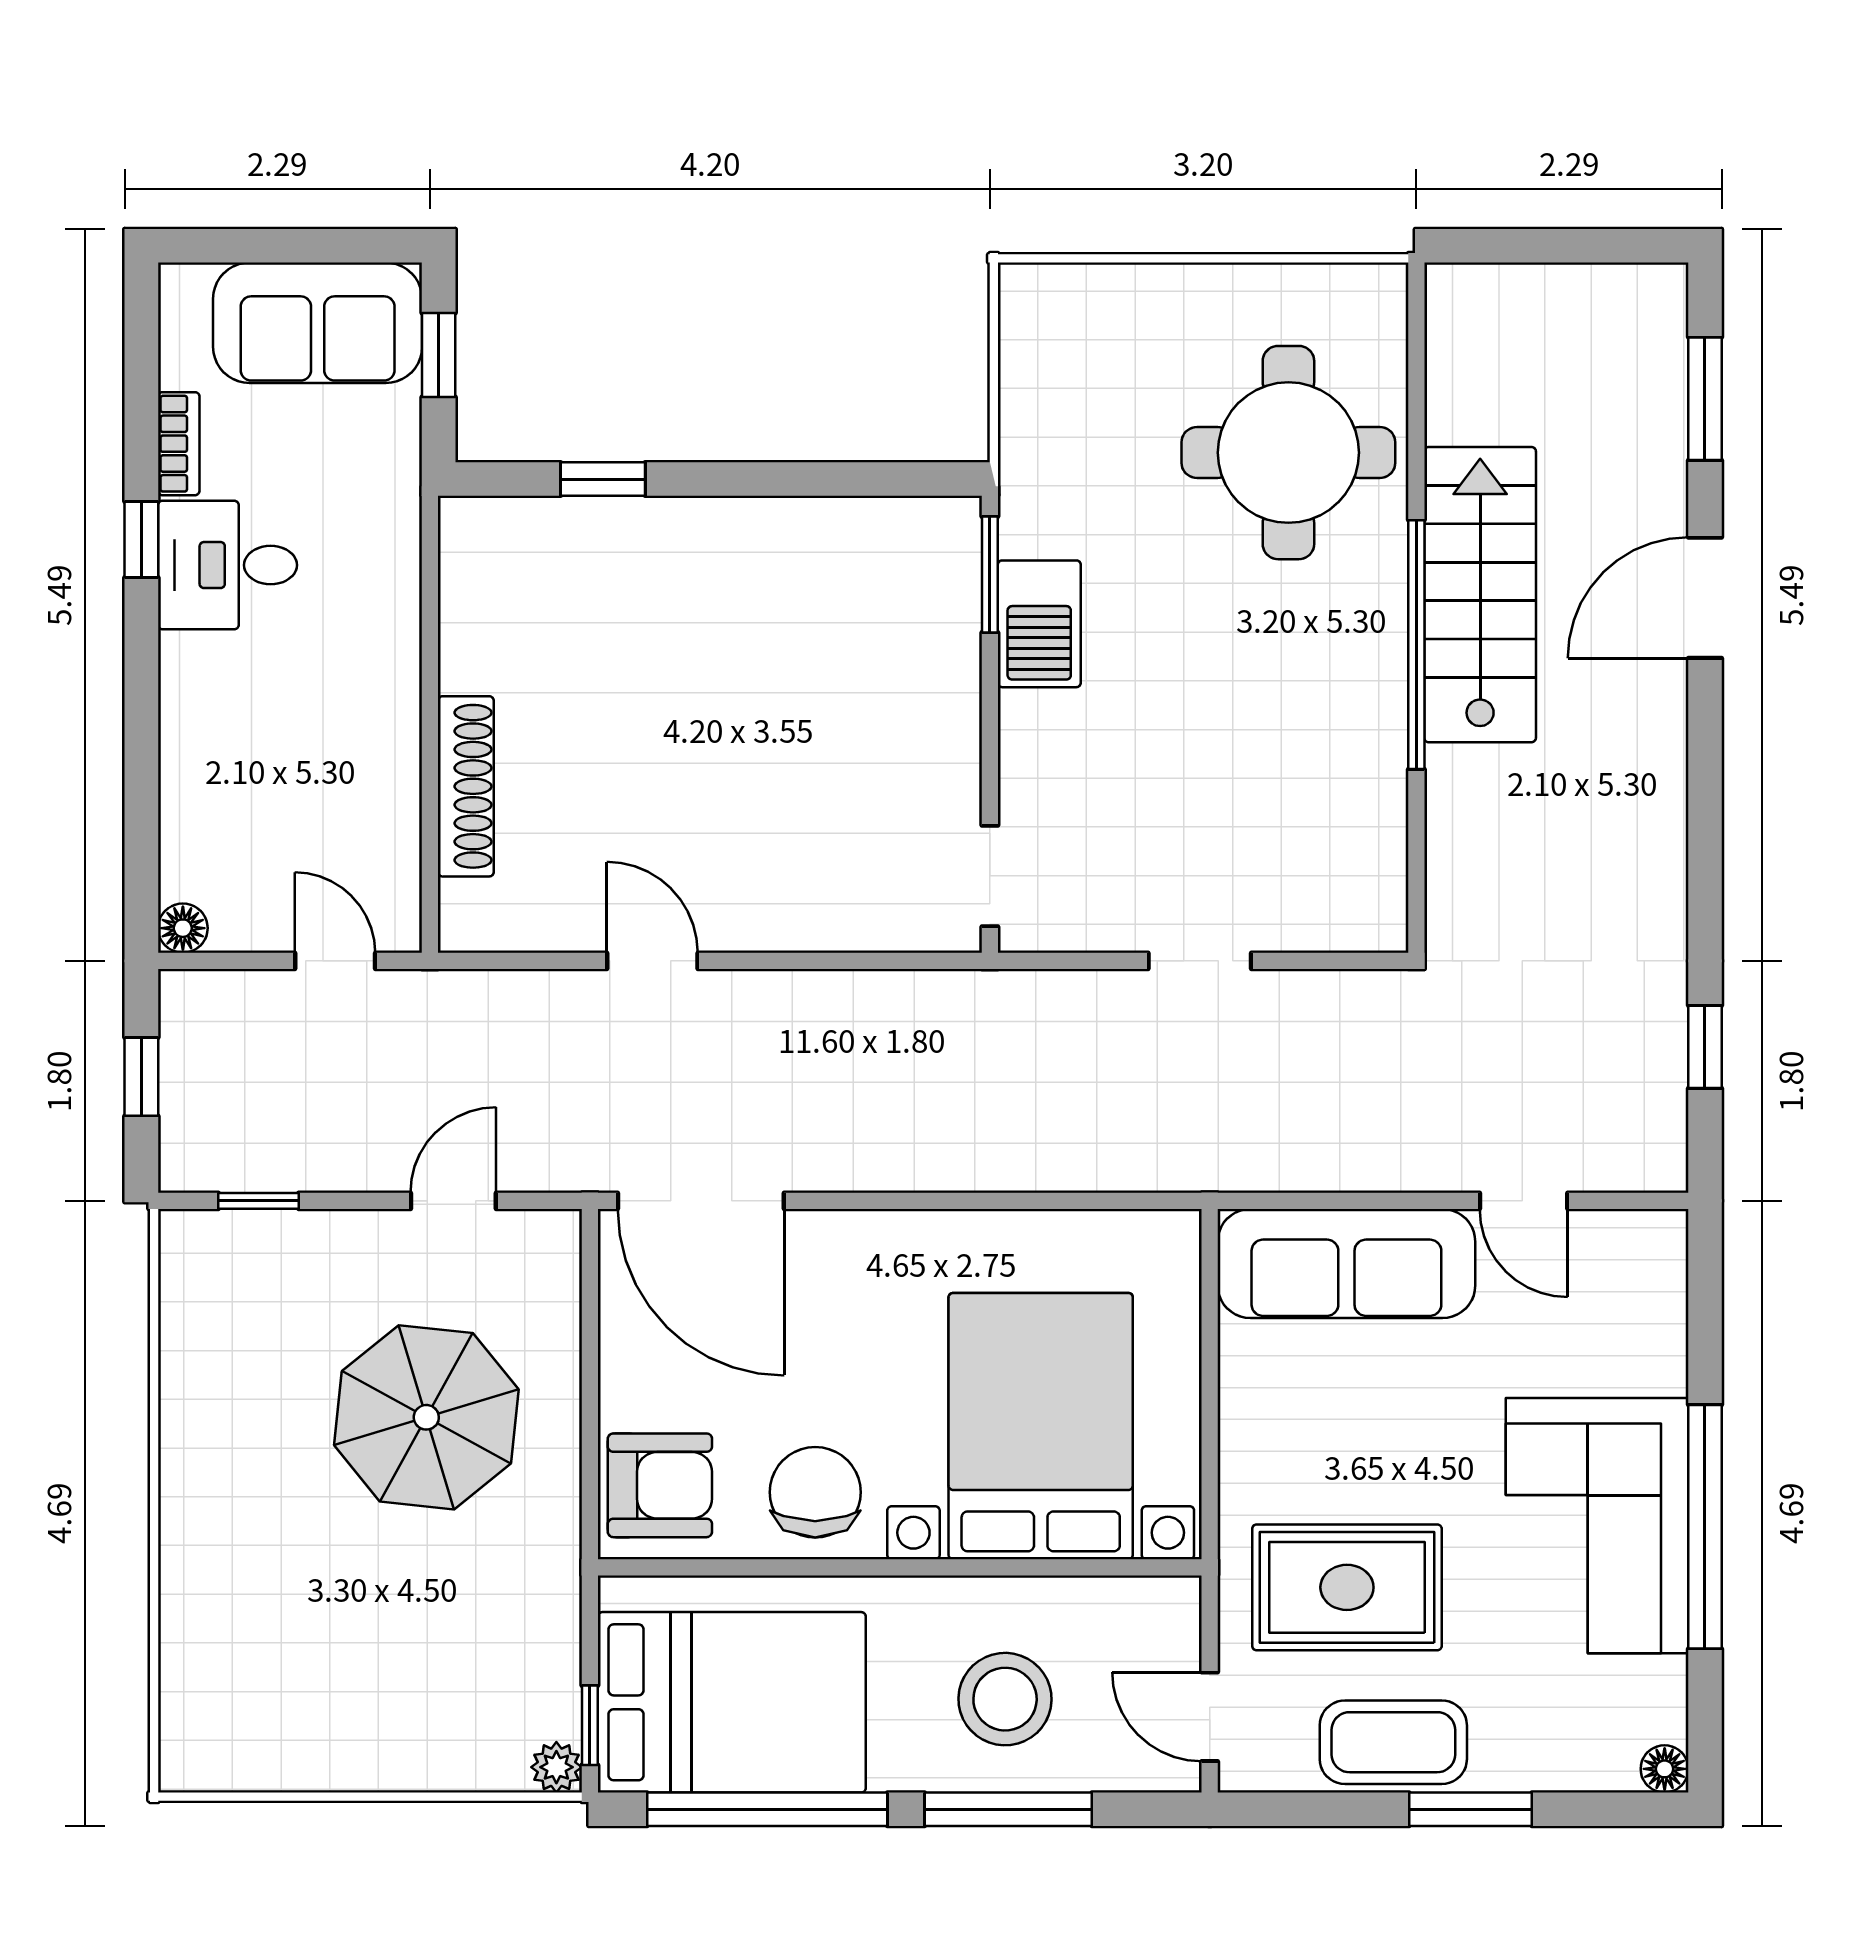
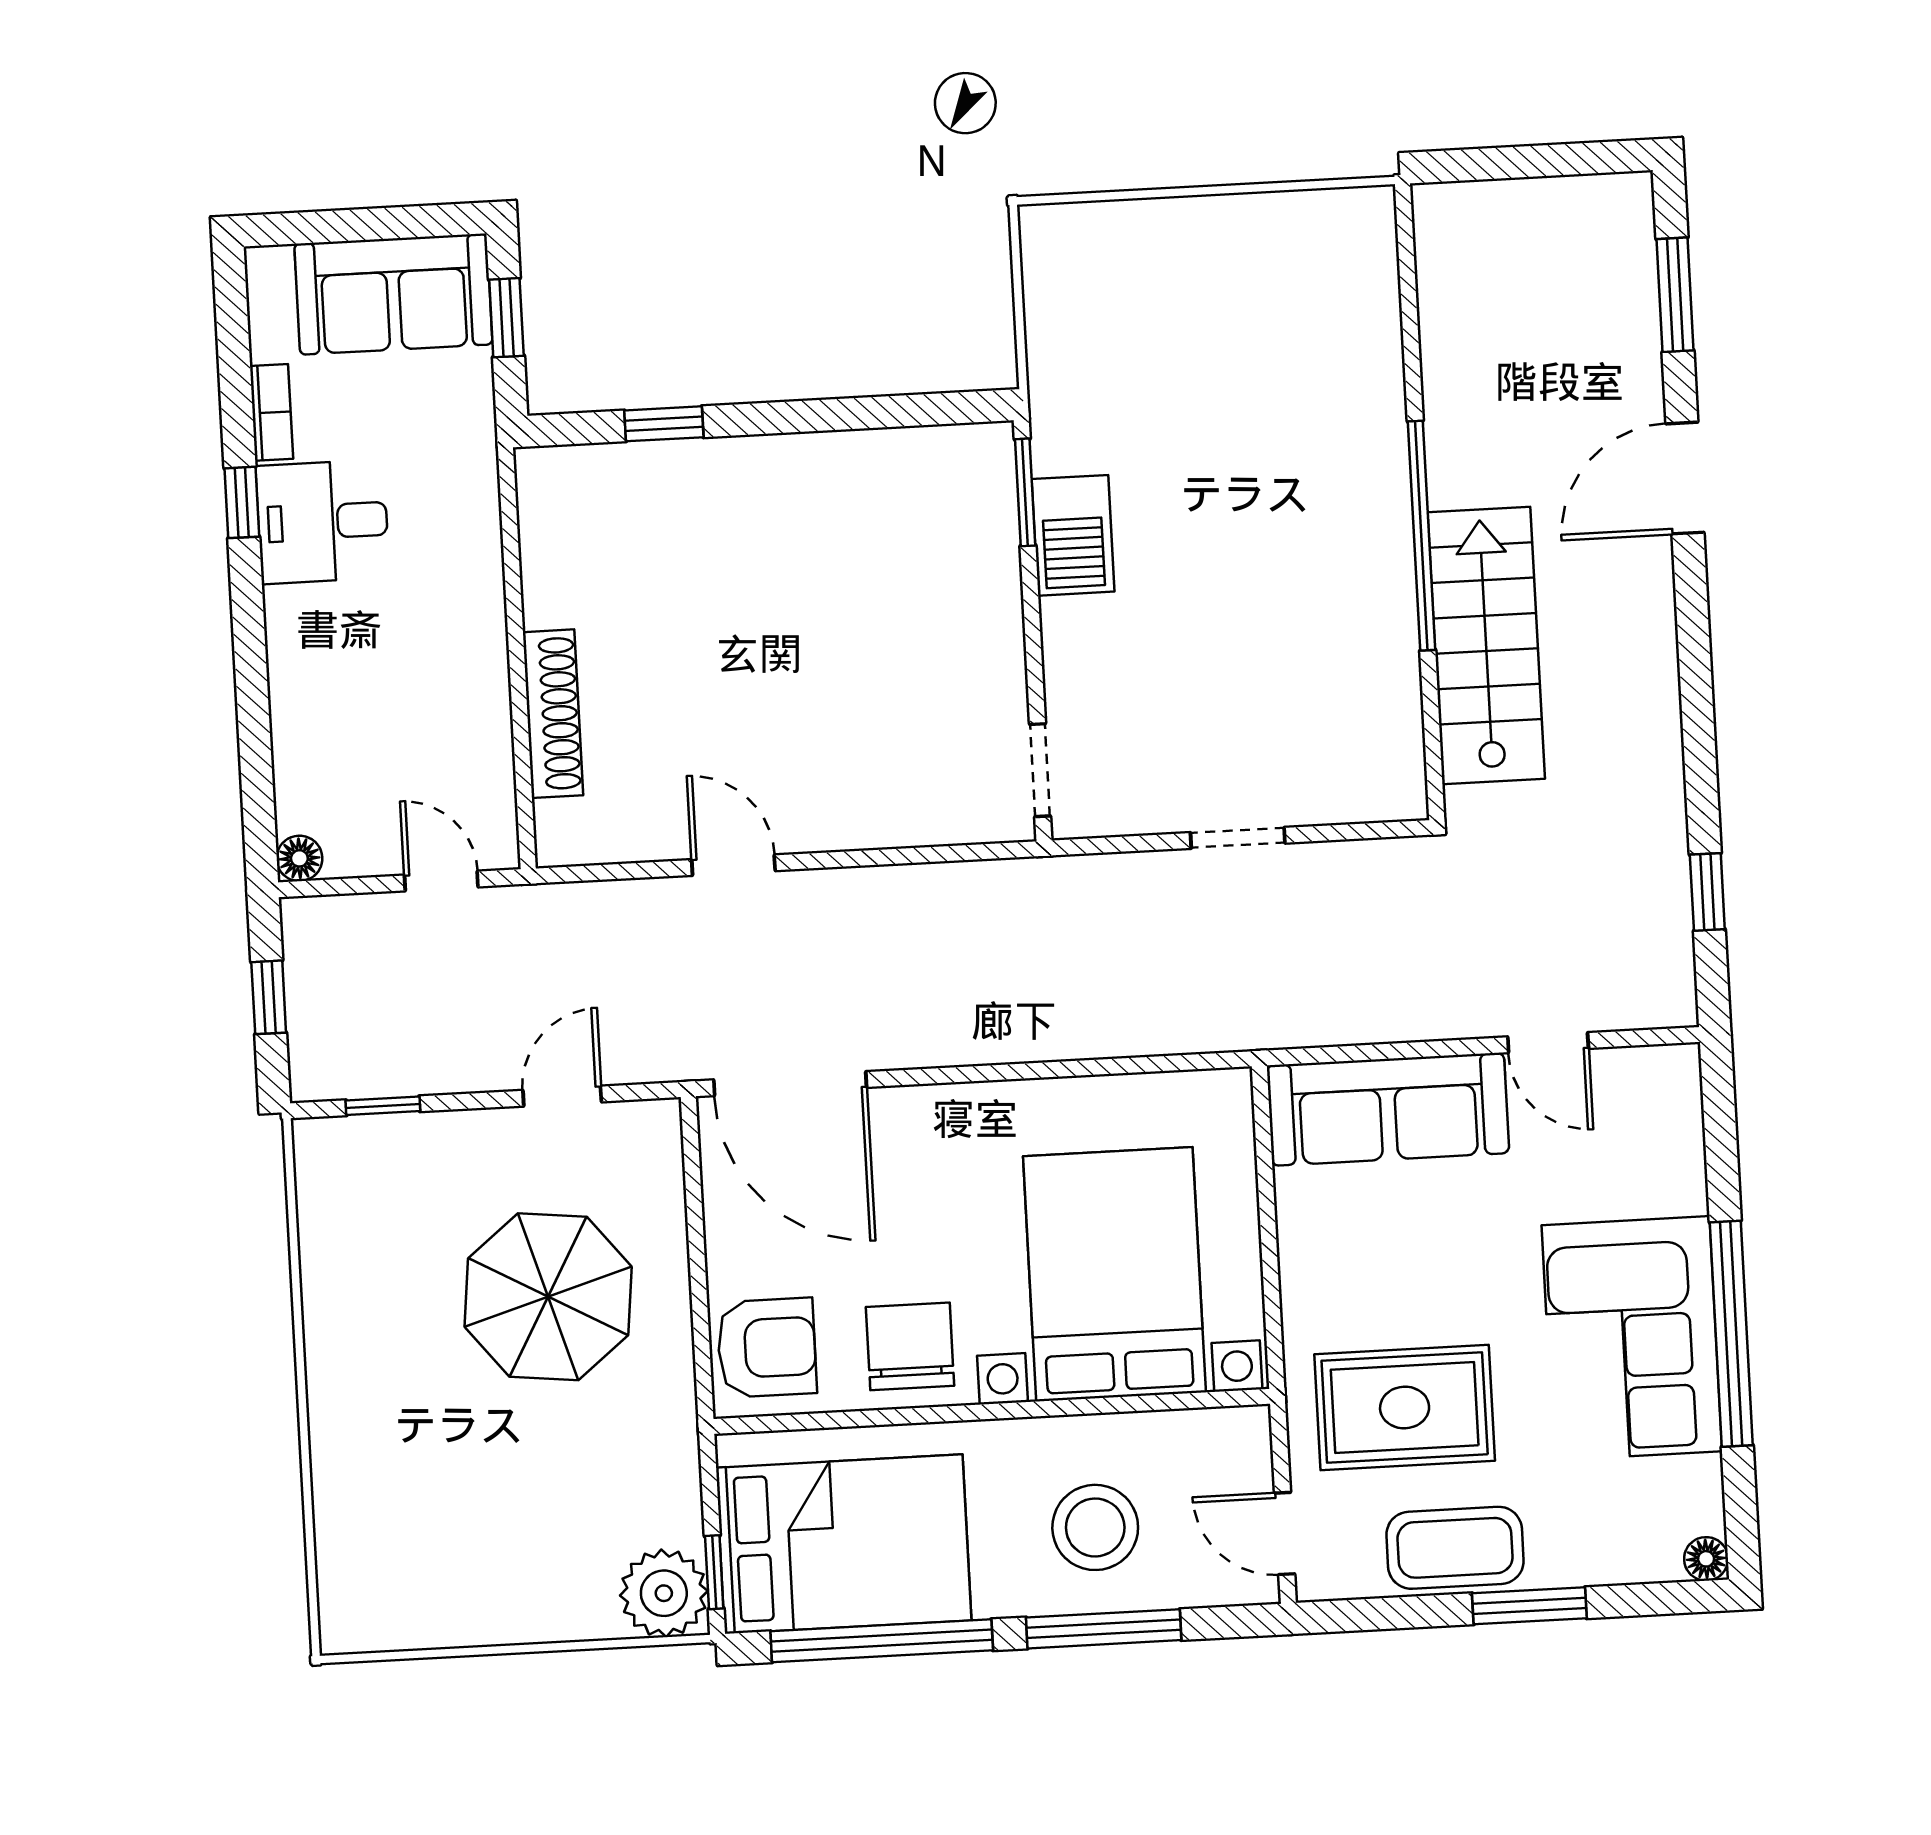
round table: (1288, 453) -> (1294, 365), removed
stairs: (1480, 595) -> (1486, 646), moved
plant: (556, 1767) -> (664, 1593), width x1.88, depth x1.88

